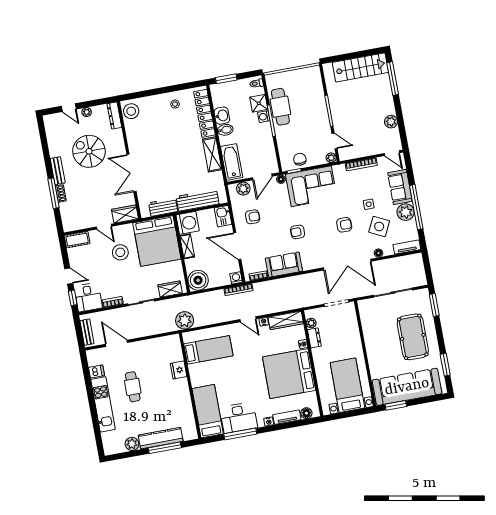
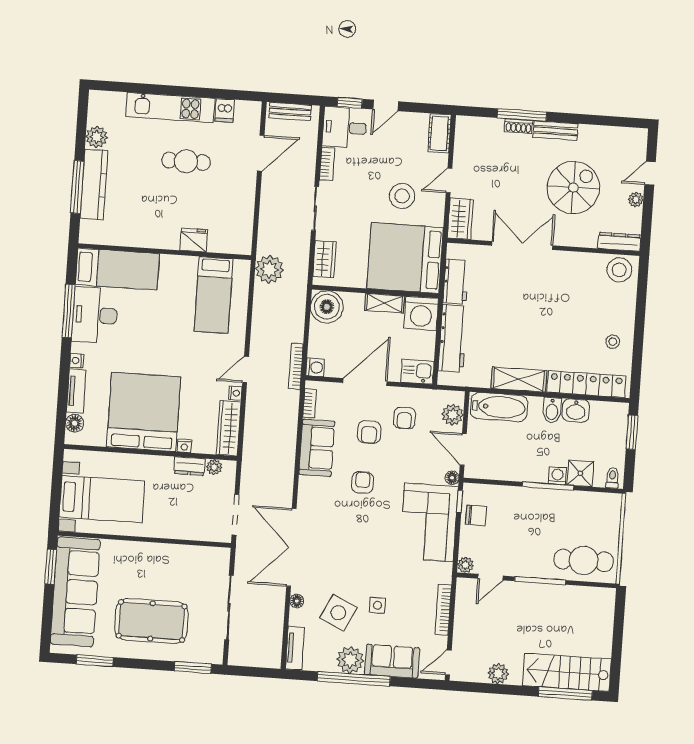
stairs: (360, 67) -> (567, 672), moved, turned 90
cafe table: (280, 107) -> (584, 560), moved
armchair: (344, 225) -> (369, 432), moved

